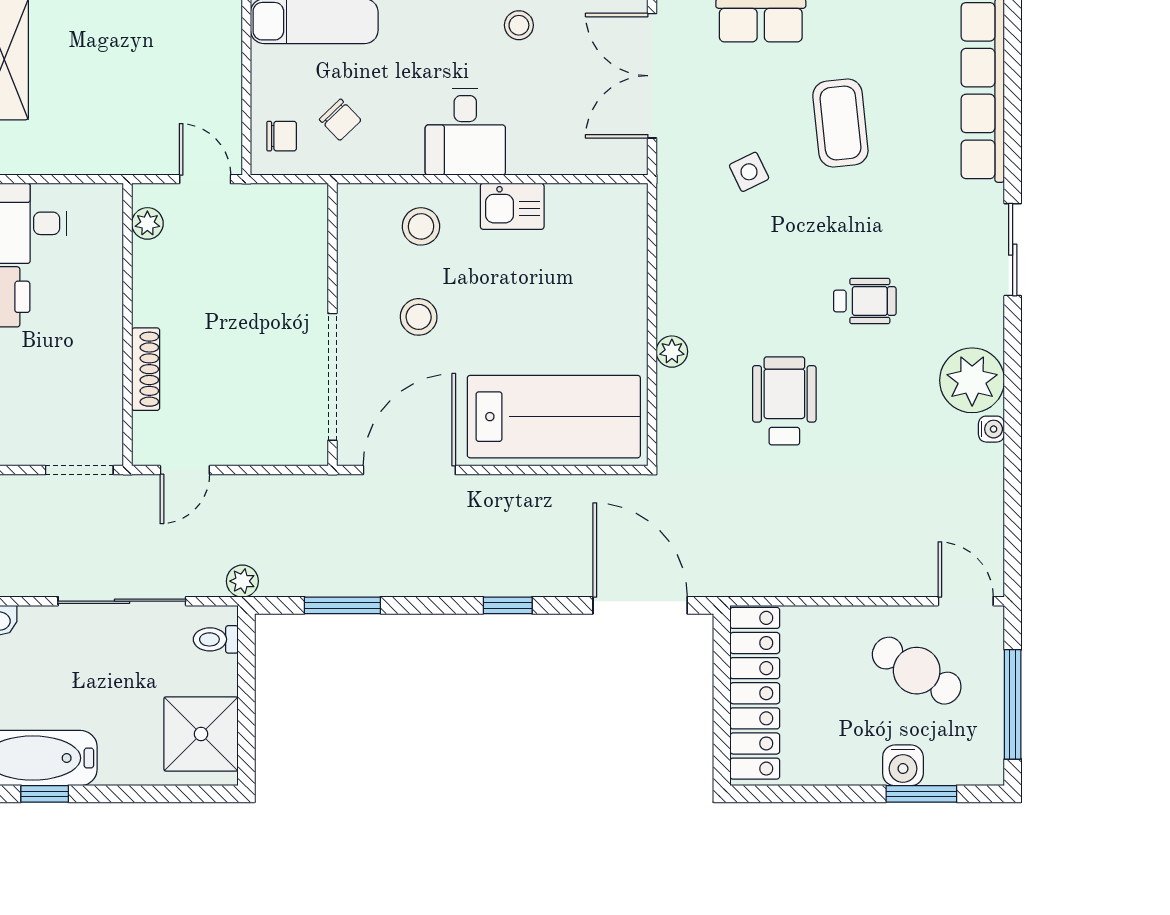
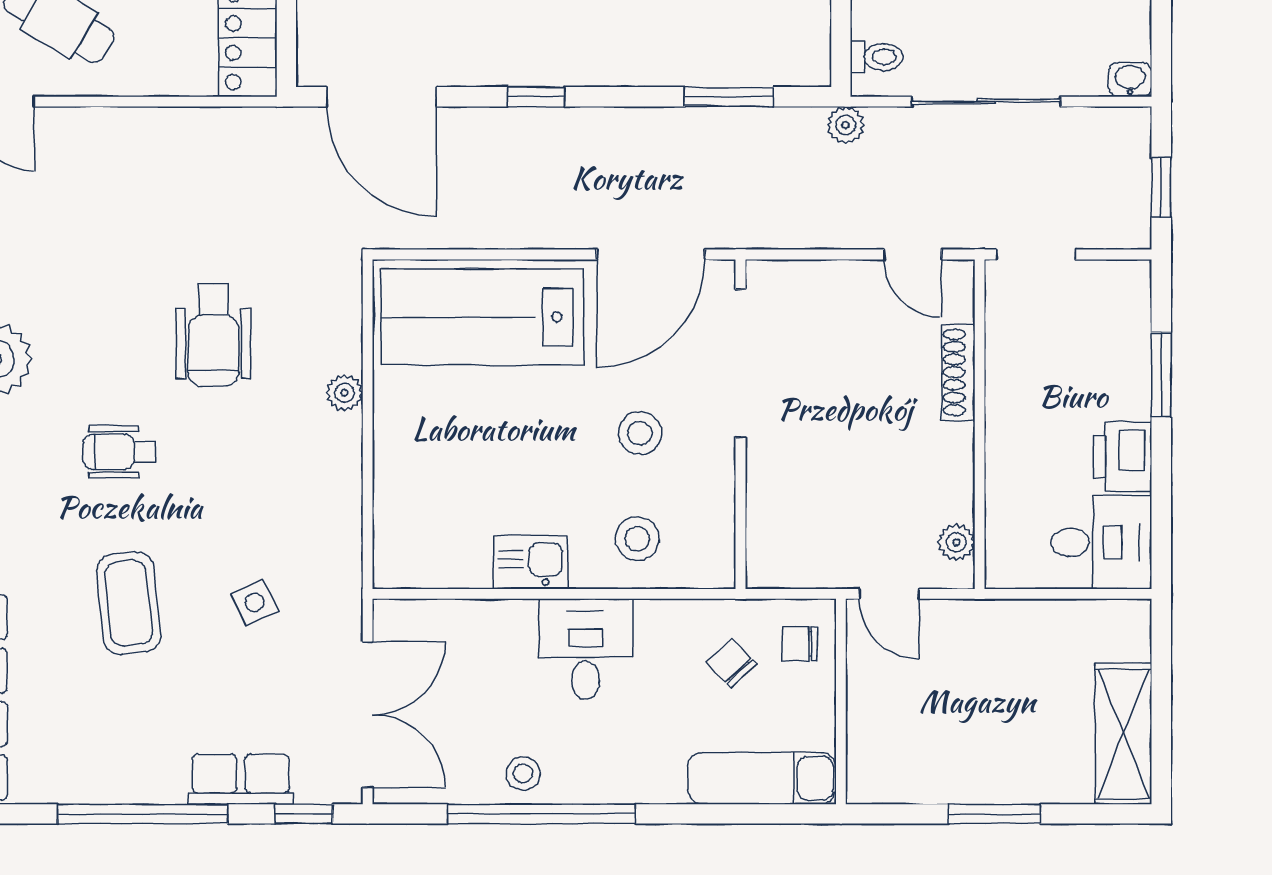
coffee table: (840, 123) -> (129, 603), moved
door: (185, 470) -> (913, 255), swing flipped

